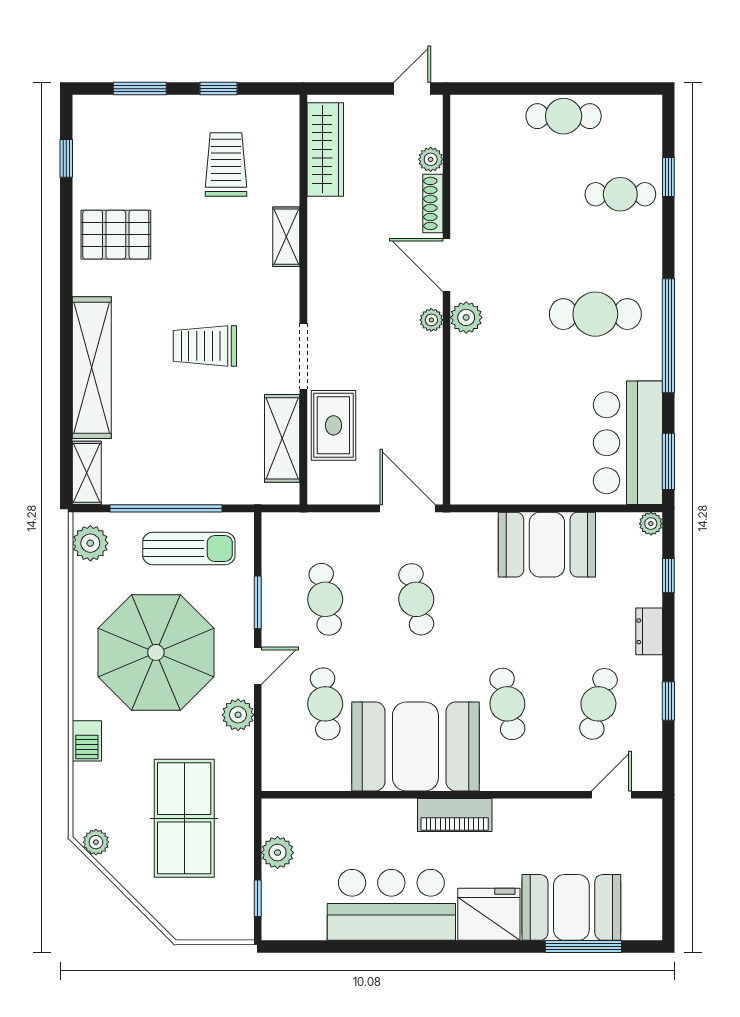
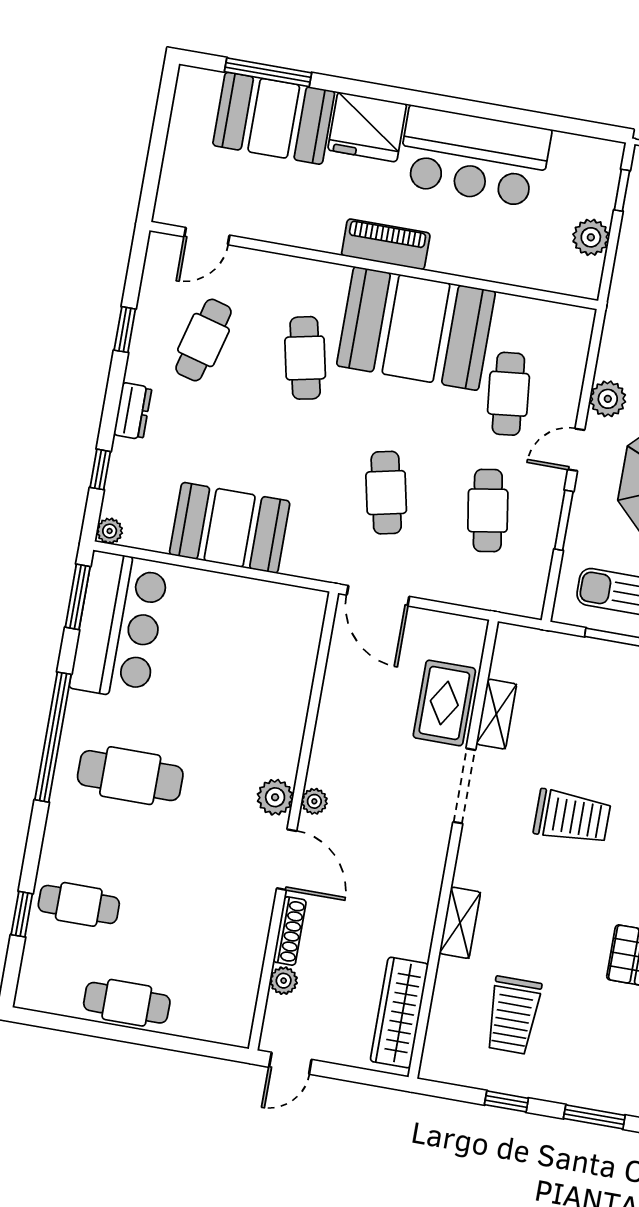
shelving: (282, 438) -> (496, 714), width x0.67, depth x0.75

